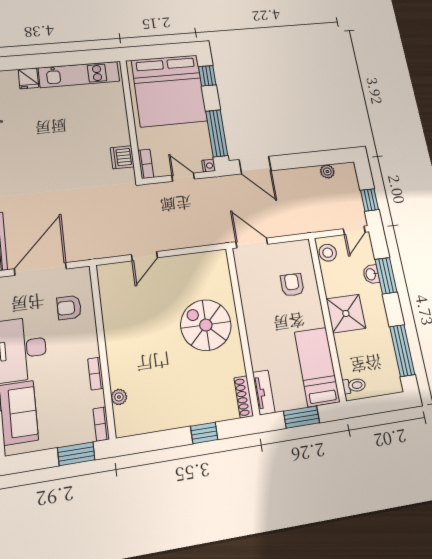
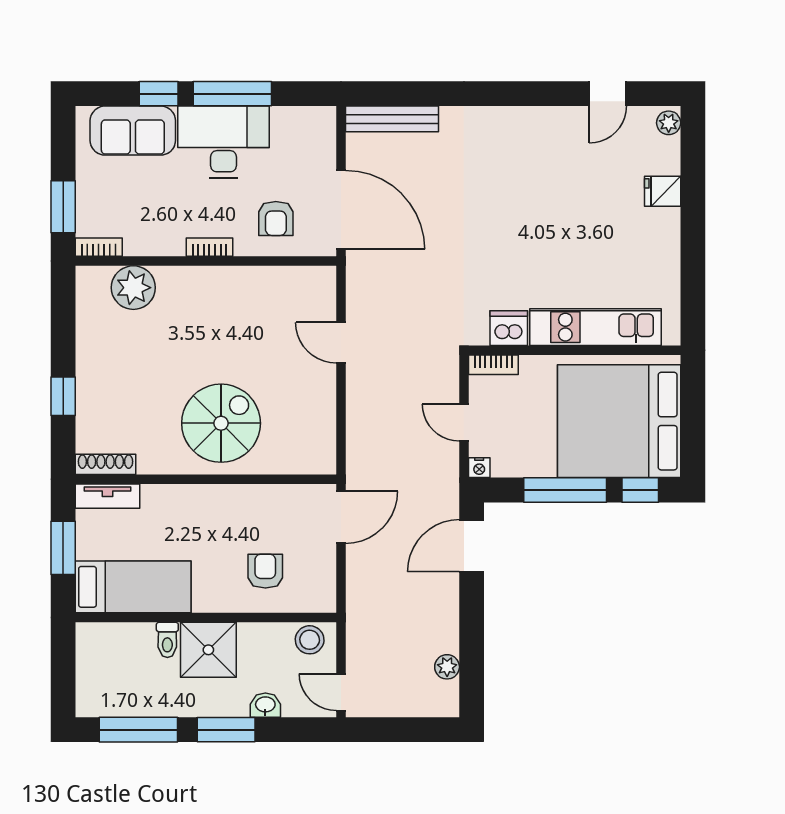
kitchen unit: (79, 75) -> (596, 327), moved, turned 90
window: (217, 133) -> (565, 490), moved
door: (183, 177) -> (464, 423), swing flipped
window: (369, 200) -> (390, 730), removed
door: (40, 269) -> (341, 210), moved
window: (386, 276) -> (226, 730), moved
armchair: (292, 285) -> (265, 571), turned -90
armchair: (69, 308) -> (276, 218), turned 180
bookcase: (96, 374) -> (209, 247), moved
toilet: (354, 386) -> (167, 640), moved
plant: (119, 397) -> (133, 288), width x1.88, depth x1.88

